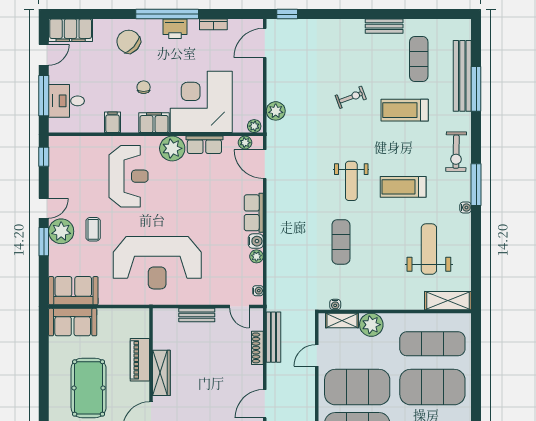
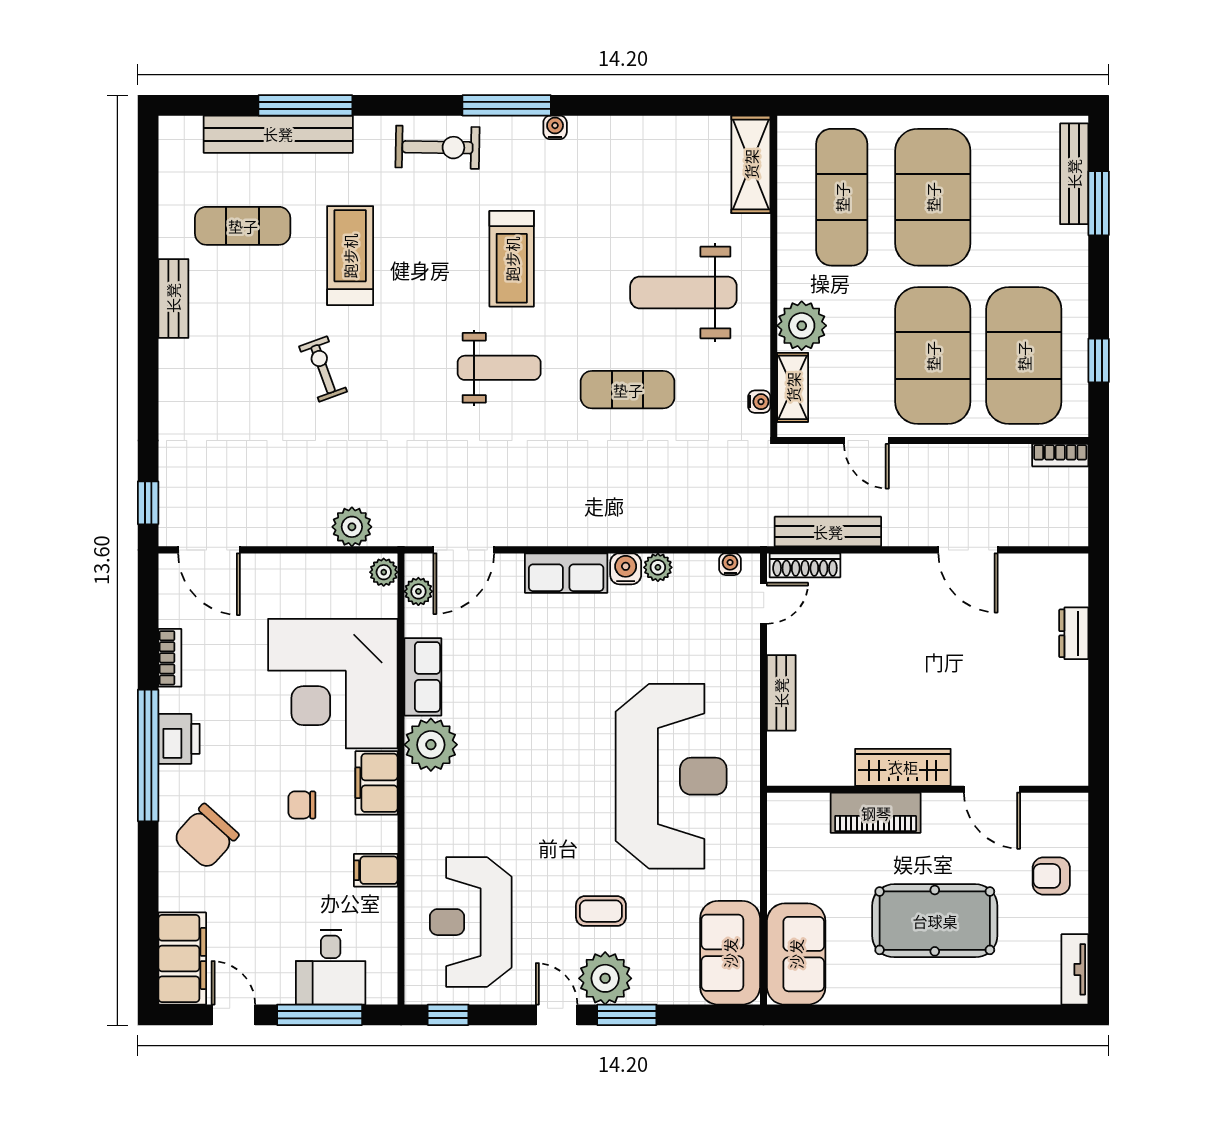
treadmill: (405, 110) -> (350, 256), turned 180
reception desk: (129, 176) -> (471, 922), moved, turned -90
weight bench: (429, 249) -> (683, 292), moved
shoe rack: (257, 348) -> (805, 565), moved

